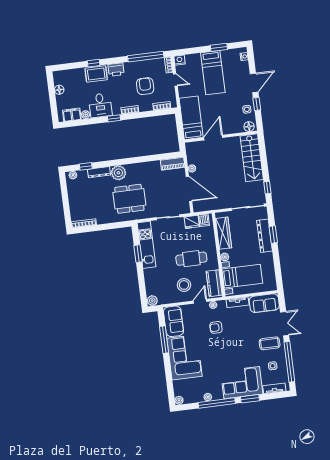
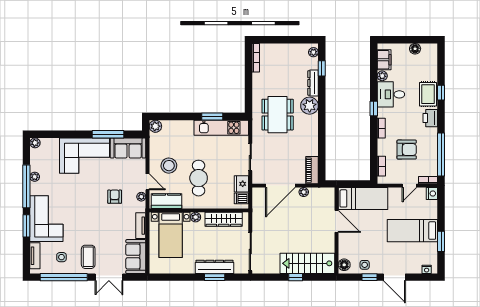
window: (267, 188) -> (296, 277), moved

